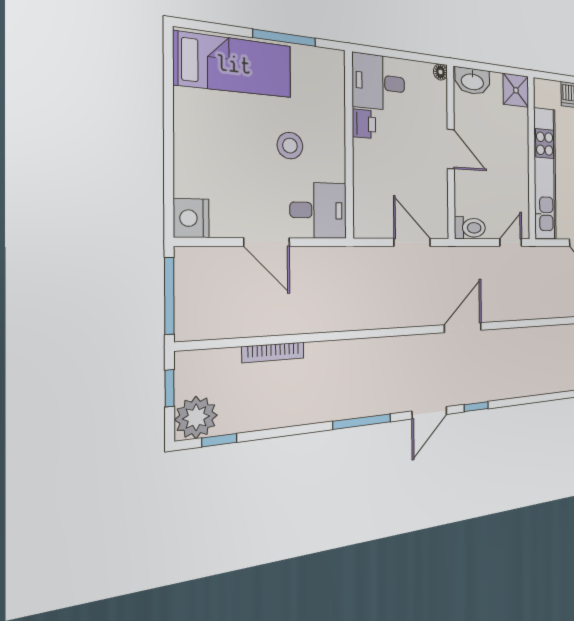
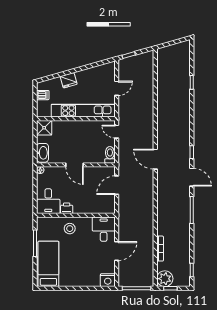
stool: (290, 146) -> (70, 229), moved
door: (451, 149) -> (74, 165), swing flipped
plant: (196, 417) -> (165, 279), moved

